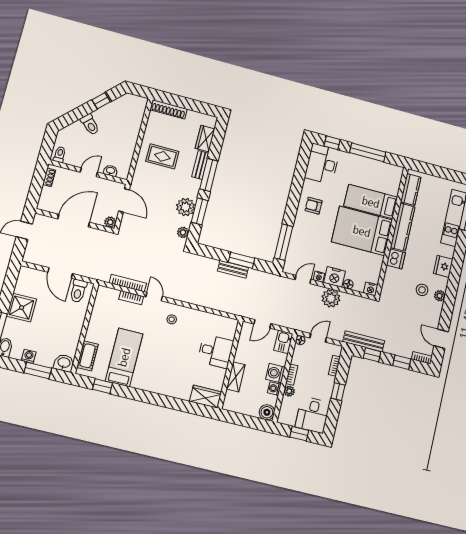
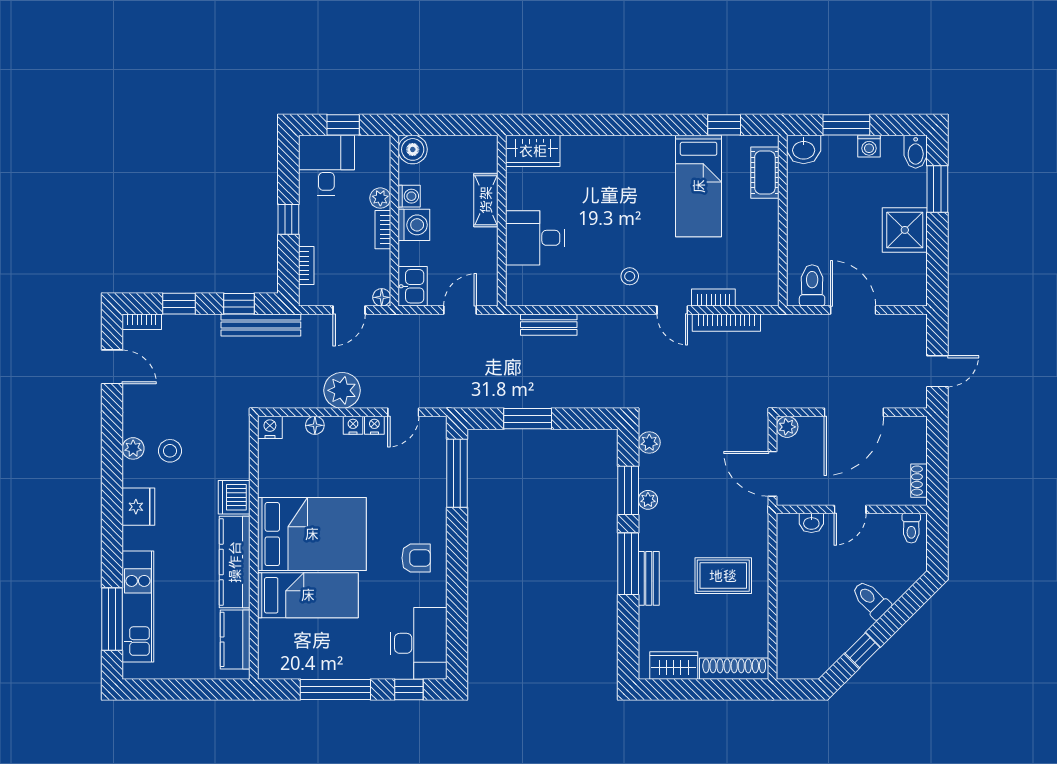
wardrobe: (205, 139) -> (674, 665), moved, turned -90
plant: (186, 207) -> (648, 500), width x0.53, depth x0.53
bench: (233, 269) -> (549, 325), moved
nightstand: (335, 277) -> (353, 425), width x0.53, depth x0.56

